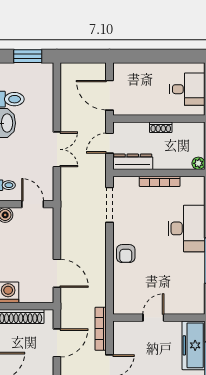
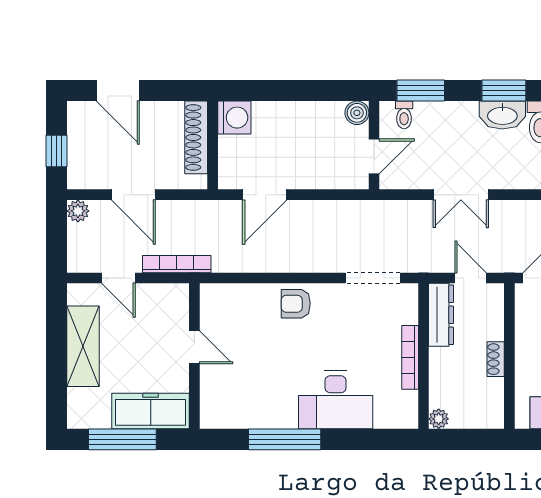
door: (57, 343) -> (133, 195), moved

